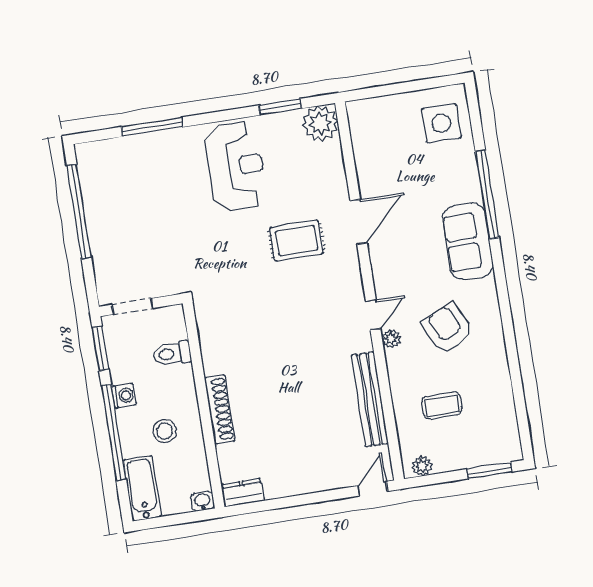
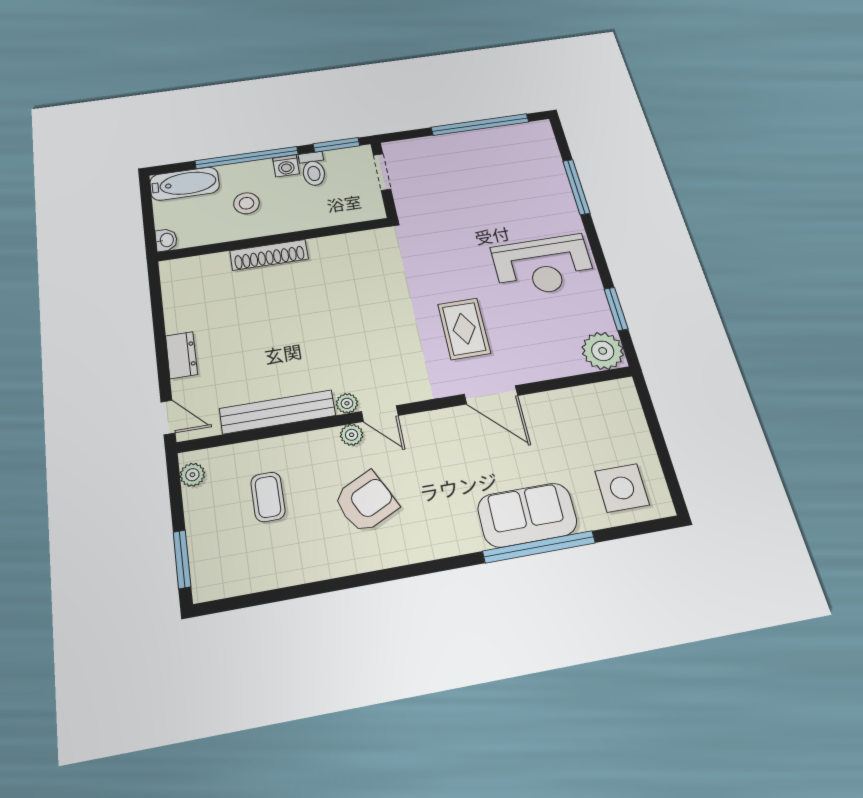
sofa: (468, 241) -> (527, 515), moved
plant: (363, 342) -> (347, 403), added
toilet: (172, 354) -> (313, 169), moved, turned 180
dresser: (243, 493) -> (181, 355), moved

